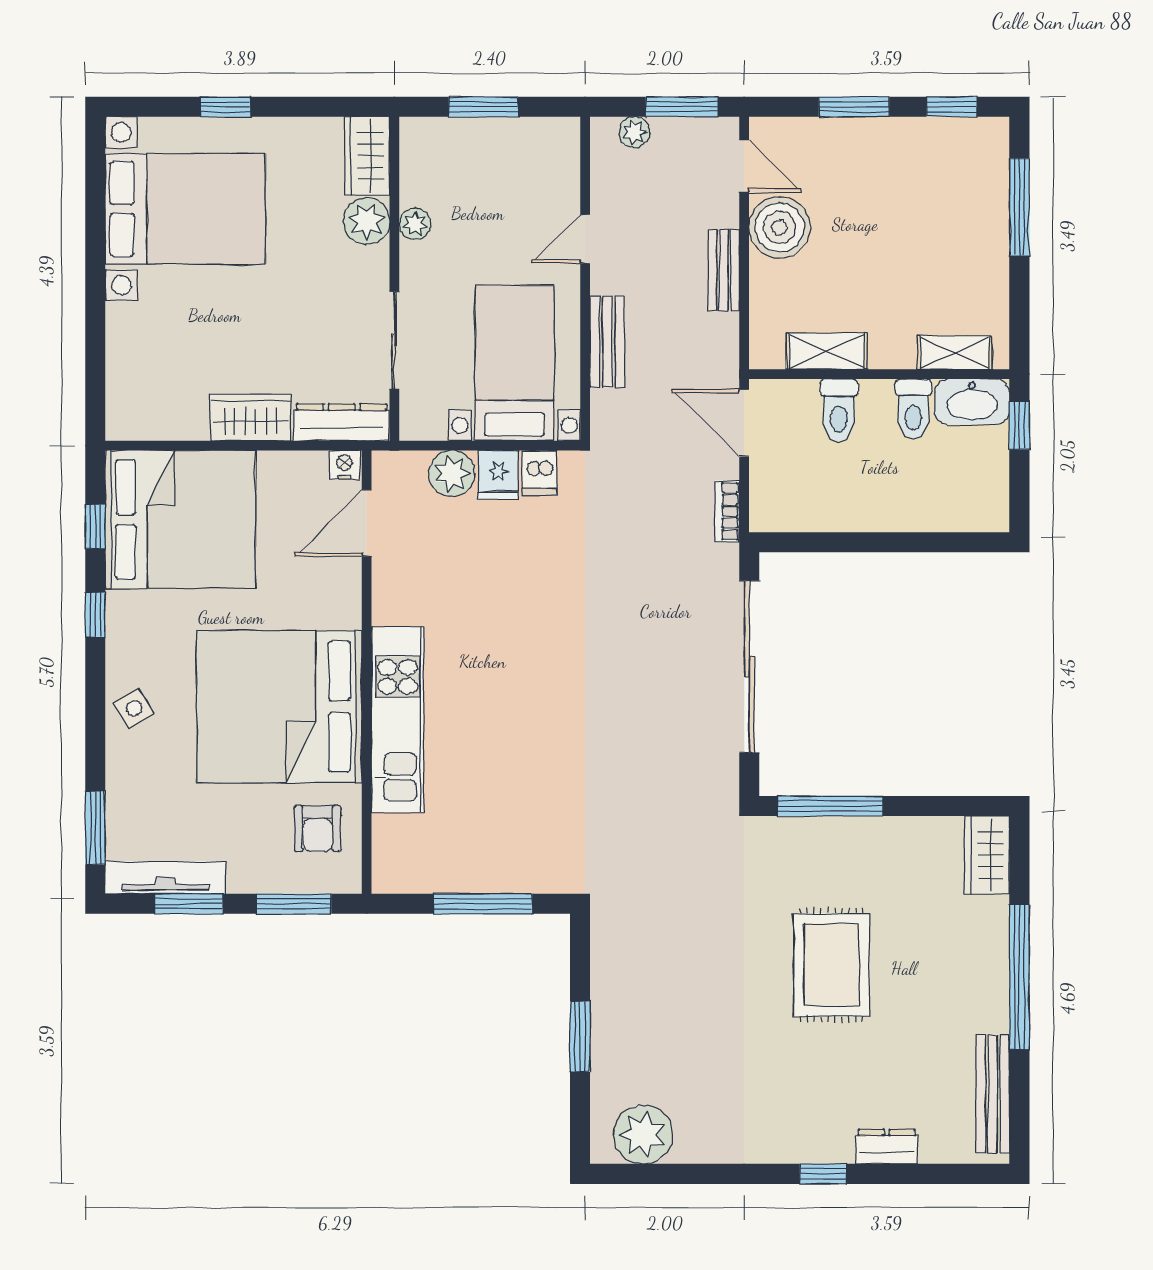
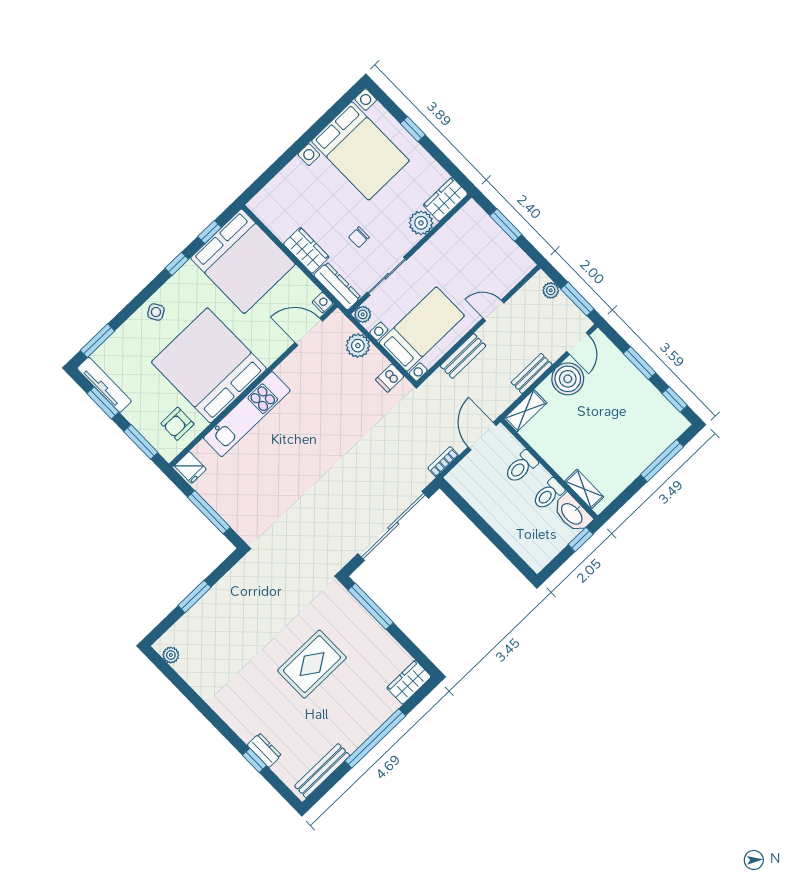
plant: (415, 224) -> (363, 314), moved
chair: (303, 327) -> (359, 237), added
shelving: (827, 351) -> (525, 411), moved, turned 90
fridge: (498, 475) -> (190, 467), moved, turned -90
plant: (643, 1135) -> (171, 655), width x0.53, depth x0.53
window: (823, 1174) -> (254, 760), moved

